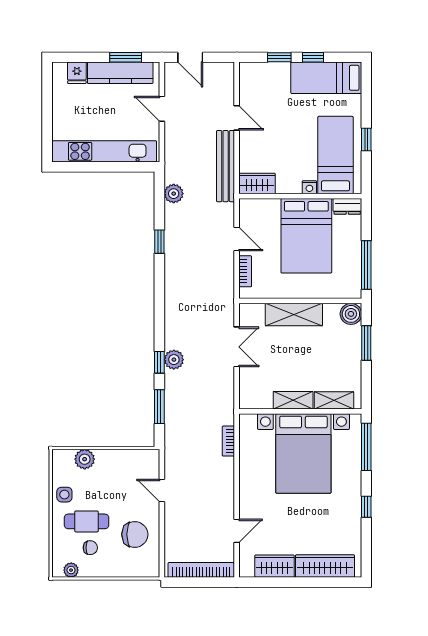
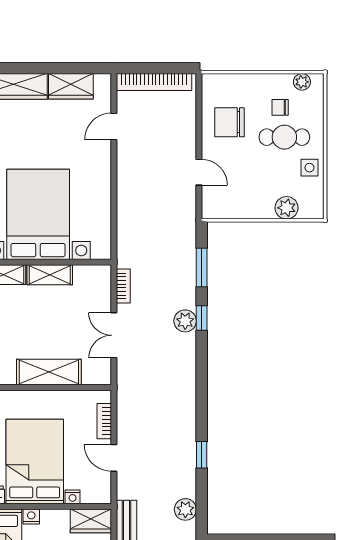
nightstand: (273, 205) -> (73, 497), added
bookcase: (228, 441) -> (123, 286), moved

